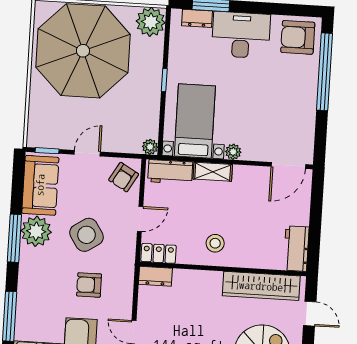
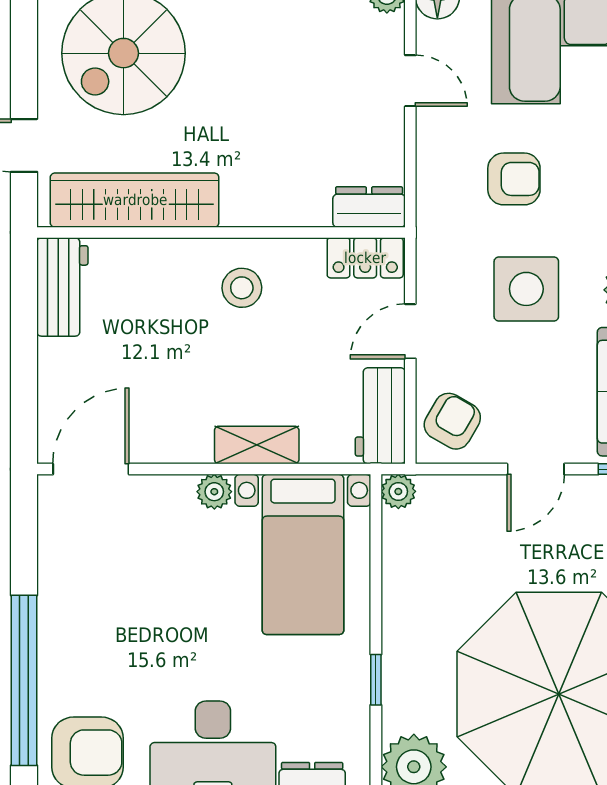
window: (164, 80) -> (376, 680), moved
workbench: (170, 172) -> (380, 416), moved, turned -90
side table: (87, 235) -> (526, 289), turned 33

